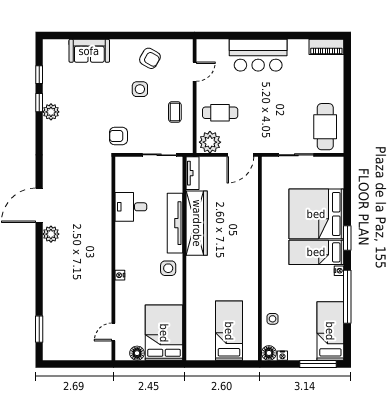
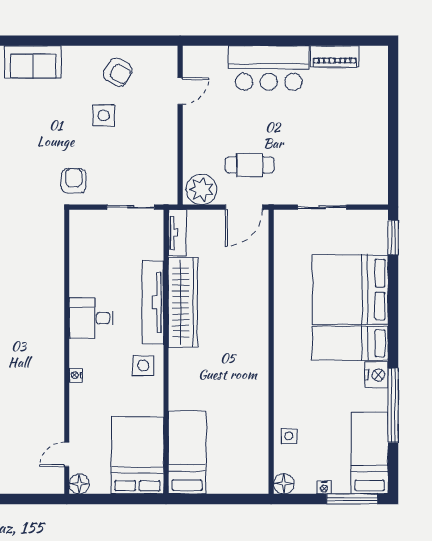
piano: (326, 47) -> (335, 56), moved
coffee table: (175, 112) -> (152, 147), removed
cafe table: (220, 113) -> (250, 165), moved
cafe table: (325, 127) -> (362, 168), removed
armchair: (118, 136) -> (74, 181), turned 90
desk: (131, 207) -> (91, 318), moved
window: (347, 238) -> (393, 237), moved
nightstand: (339, 271) -> (376, 375), width x1.89, depth x1.79
bed: (229, 331) -> (187, 452), moved
floor lamp: (137, 353) -> (79, 484), moved
nightstand: (282, 356) -> (324, 487), moved

